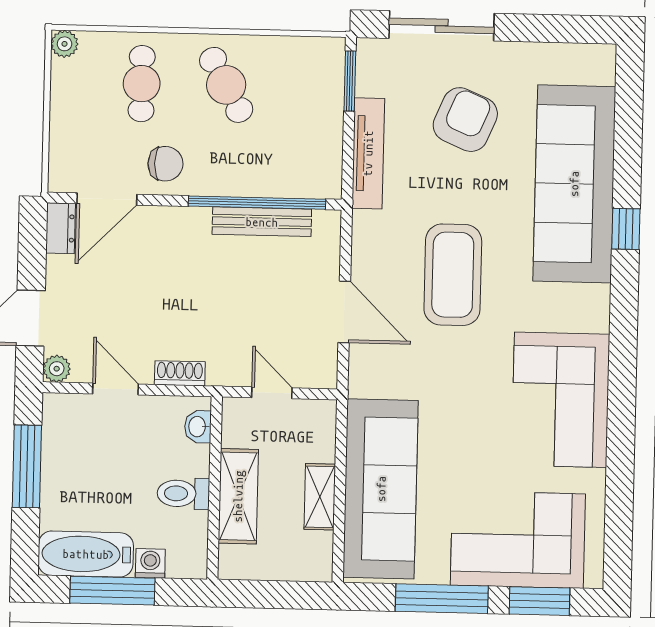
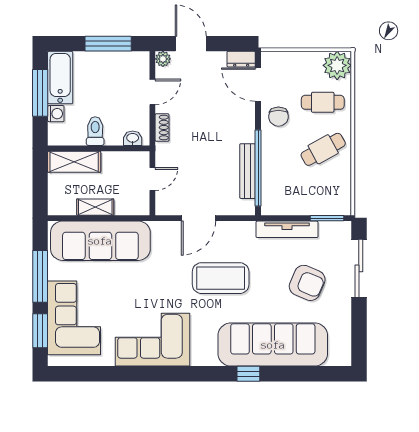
plant: (65, 44) -> (337, 65), width x1.87, depth x1.87
shelving: (238, 496) -> (74, 162), moved

